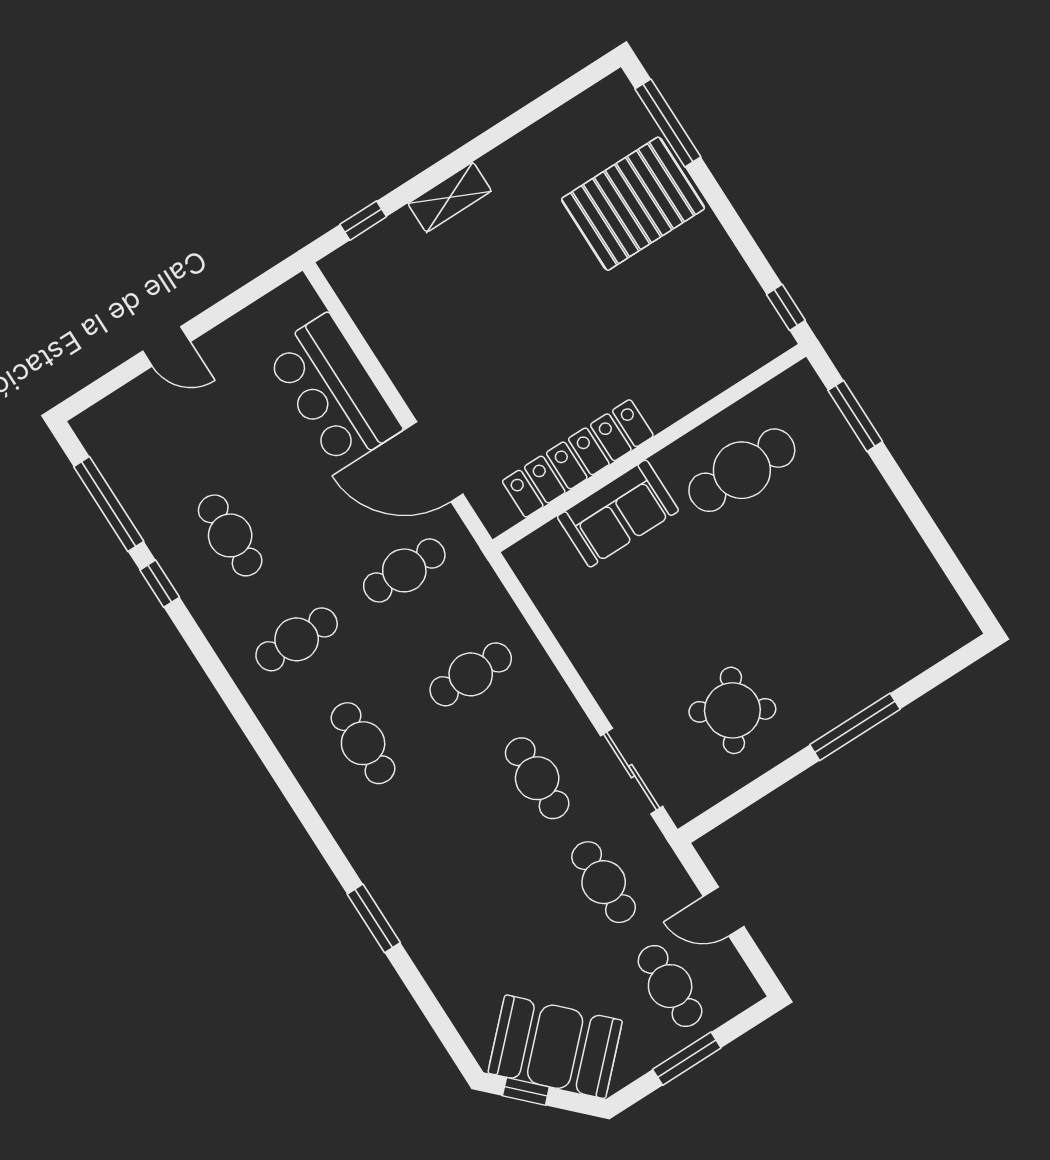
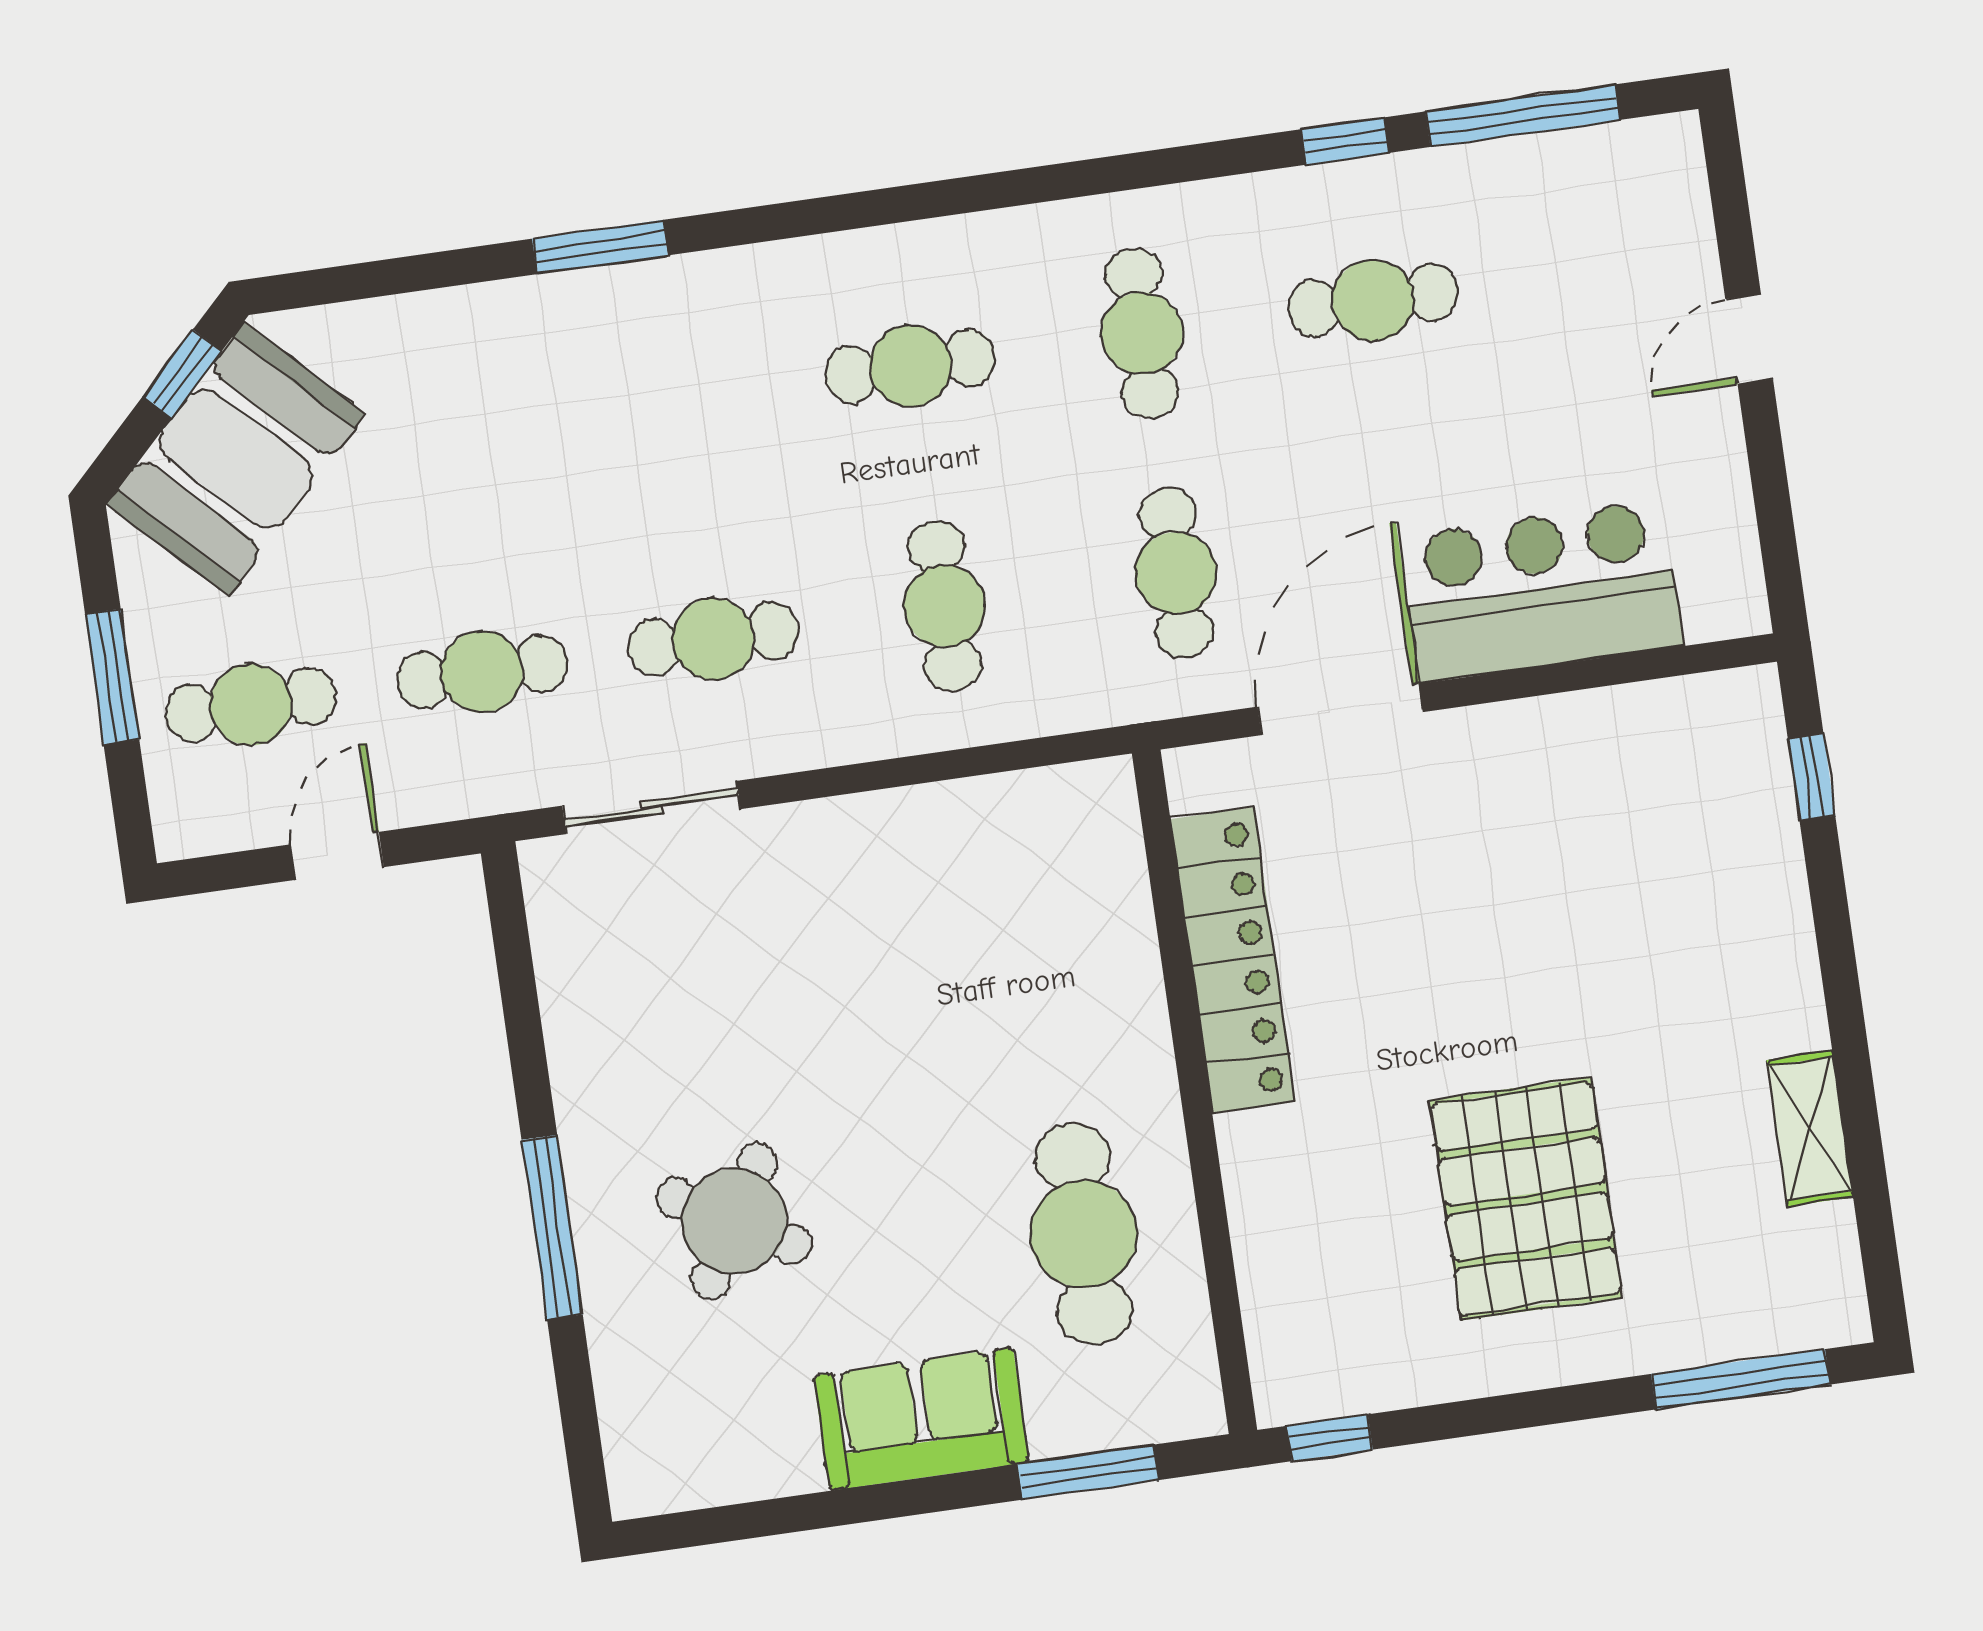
shelving: (450, 197) -> (1810, 1129), moved
pallet: (633, 204) -> (1526, 1199), moved
sofa: (618, 514) -> (921, 1419), moved, turned 90
round table: (732, 710) -> (734, 1221), moved

